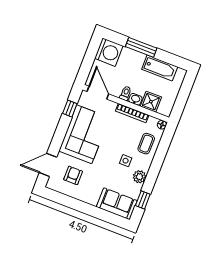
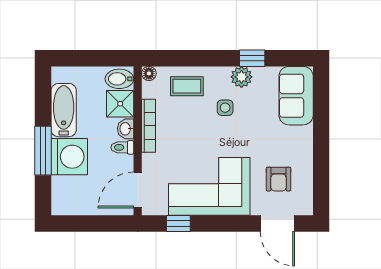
washing machine: (109, 52) -> (69, 157), moved, turned 90
bidet: (165, 107) -> (119, 79), added
armchair: (73, 175) -> (279, 179), turned -90
window: (143, 200) -> (252, 58), moved

